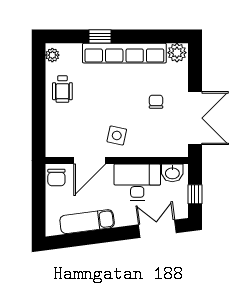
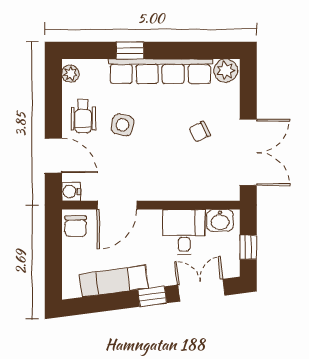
chair: (156, 102) -> (200, 132), turned -116
door: (39, 121) -> (53, 155), added
side table: (117, 135) -> (122, 125), moved
water cooler: (53, 150) -> (71, 192), added
desk: (137, 182) -> (184, 232), width x0.73
window: (118, 234) -> (152, 297), added

